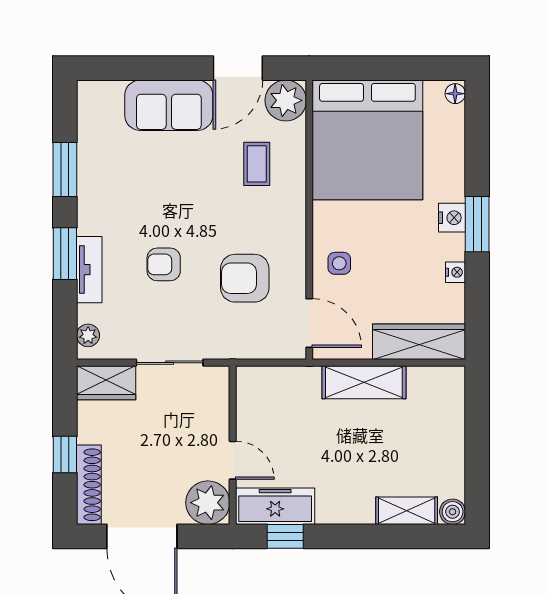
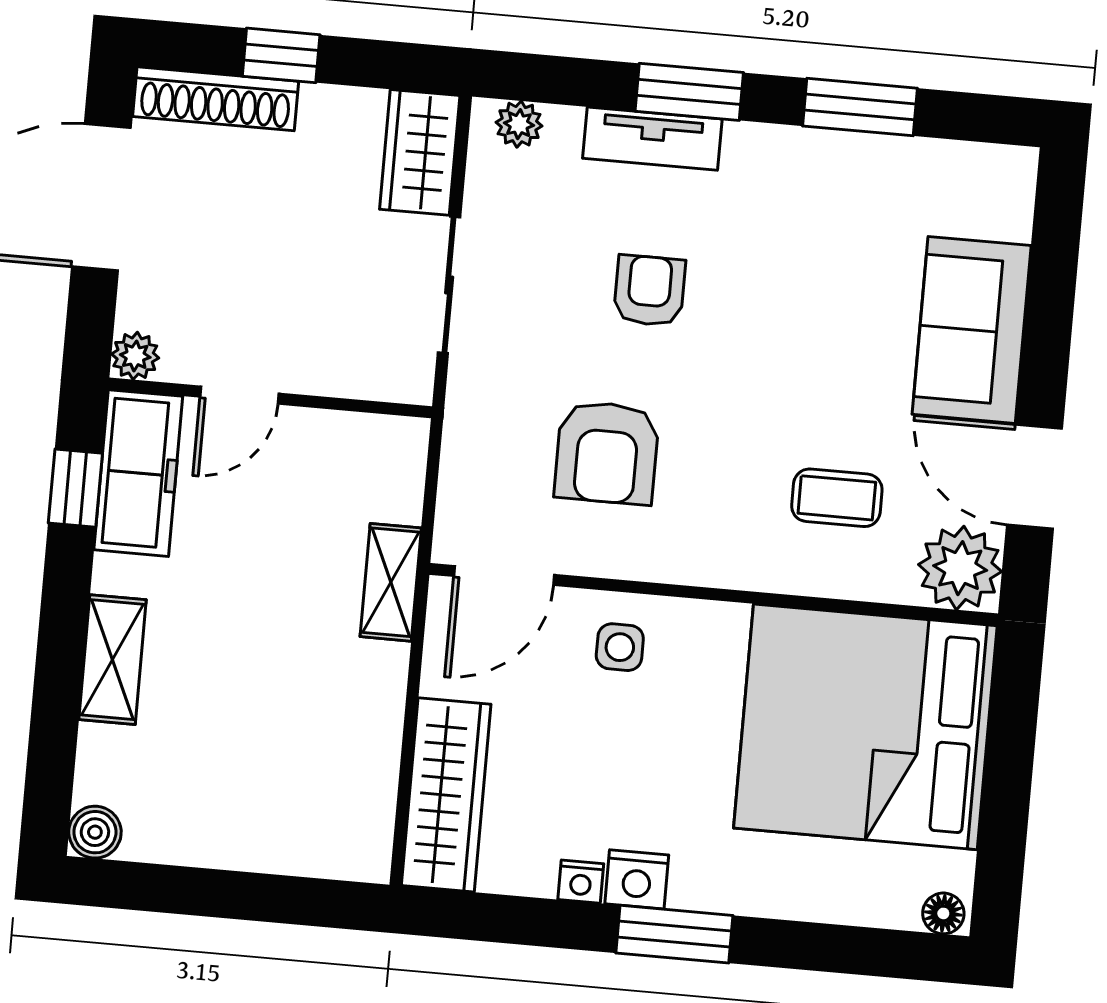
nightstand: (452, 218) -> (637, 879), moved
armchair: (245, 278) -> (607, 453), turned 180
shelving: (364, 382) -> (391, 582), moved, width x0.67, depth x0.75
plant: (208, 503) -> (135, 356), width x0.53, depth x0.53
shelving: (407, 511) -> (113, 660), moved

